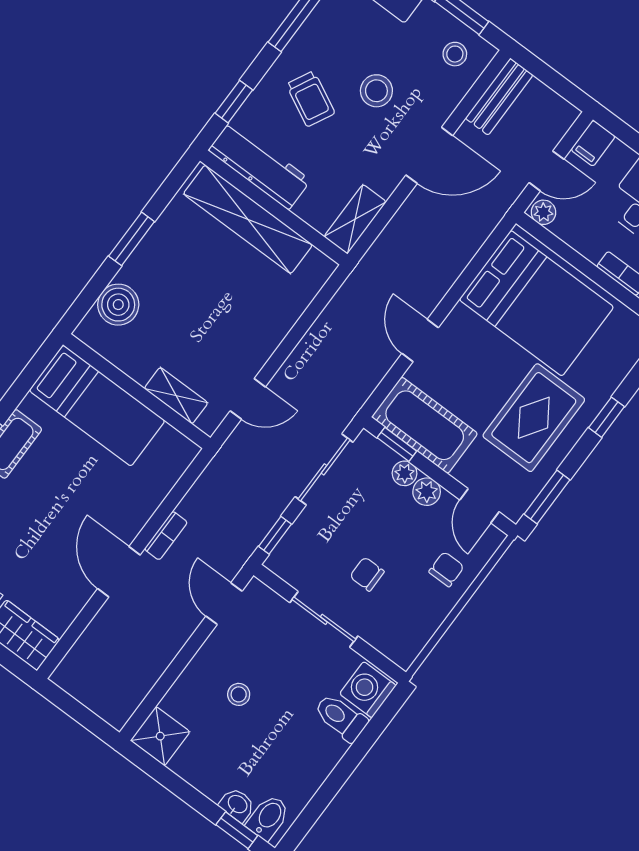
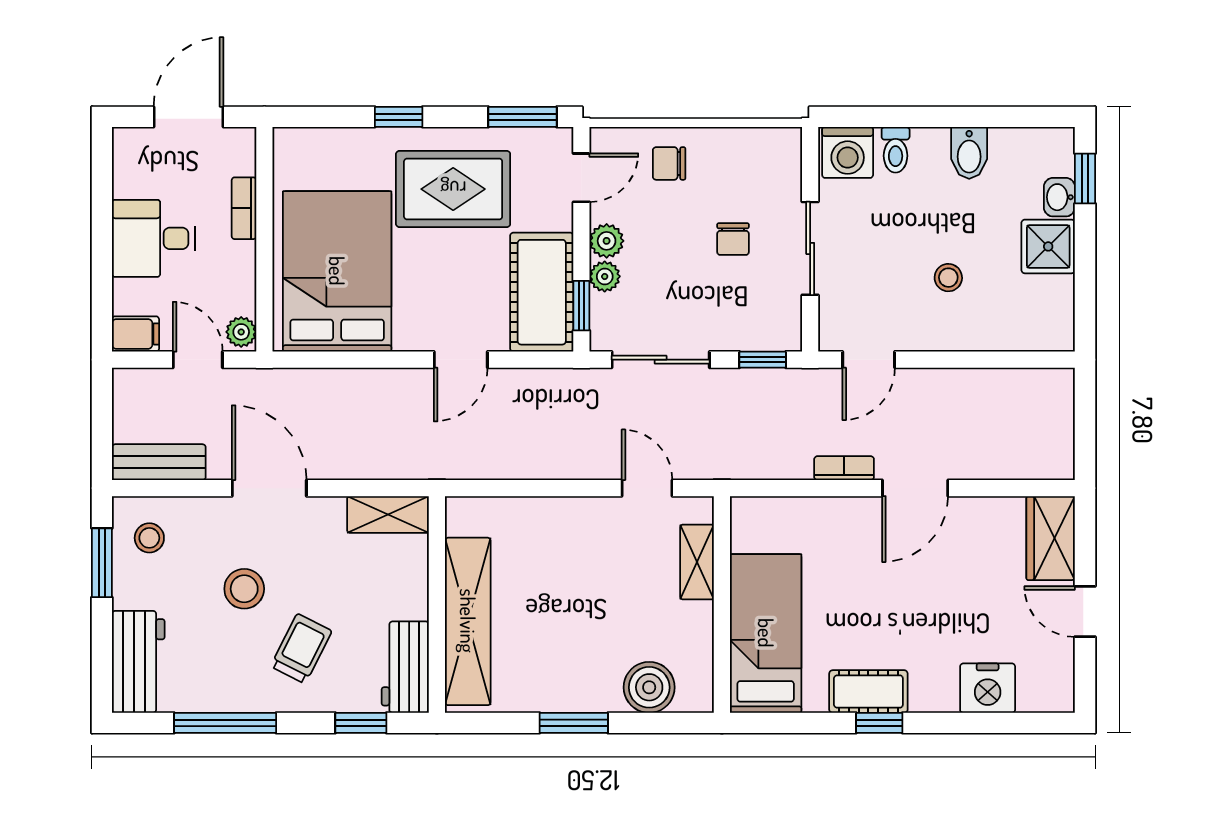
workbench: (260, 165) -> (405, 667), width x0.73
toilet: (341, 718) -> (896, 150), width x0.73, depth x0.72
shower: (160, 736) -> (1048, 246), moved
bidet: (268, 817) -> (969, 153), moved, turned -90

